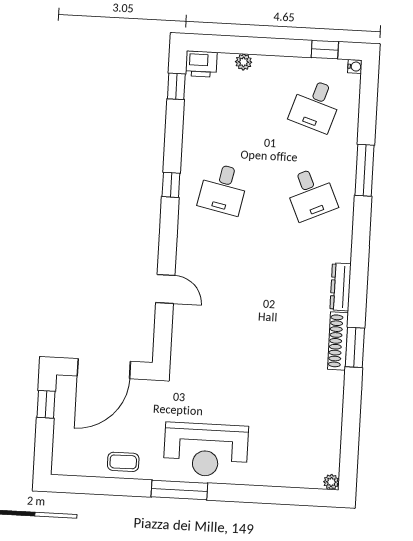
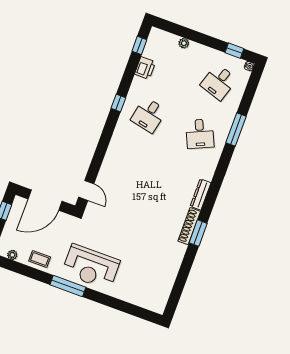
printer: (201, 64) -> (145, 68), moved, turned -90
door: (165, 289) -> (86, 190), moved
plant: (331, 482) -> (12, 255), moved

